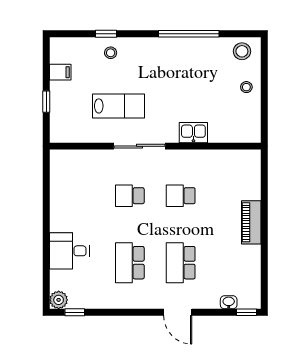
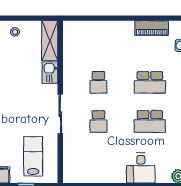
lab bench: (118, 106) -> (33, 156), moved
shelving: (235, 132) -> (50, 41), added
piano: (251, 222) -> (152, 28), moved

